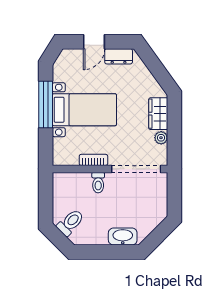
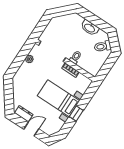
window: (46, 105) -> (76, 114), width x0.46
wardrobe: (158, 114) -> (23, 72), removed
washbasin: (123, 236) -> (90, 28), moved

